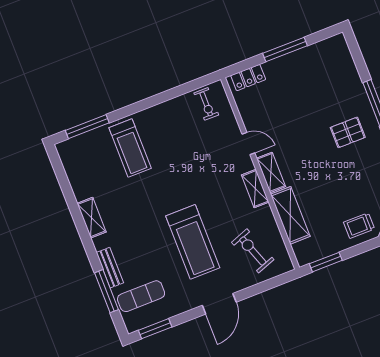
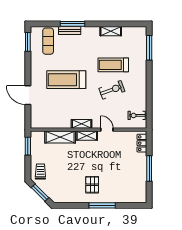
door: (248, 143) -> (107, 130), swing flipped
treadmill: (130, 148) -> (113, 65), moved
shelving: (92, 218) -> (111, 31), moved
exercise bike: (253, 251) -> (112, 90), moved
window: (106, 291) -> (73, 24), moved
door: (219, 304) -> (28, 95), moved

